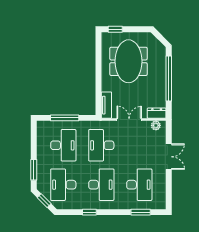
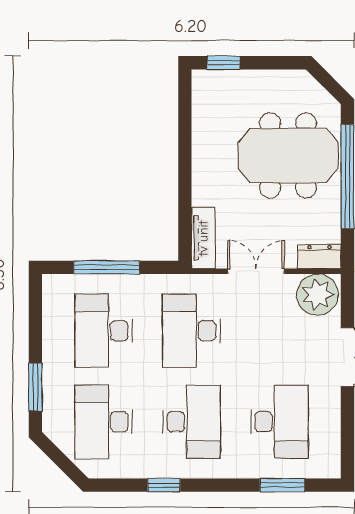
meeting table: (128, 61) -> (288, 155), moved, turned 90
plant: (156, 125) -> (318, 295), width x1.88, depth x1.88
desk: (63, 145) -> (104, 331), turned 180
window: (44, 201) -> (59, 459), removed

